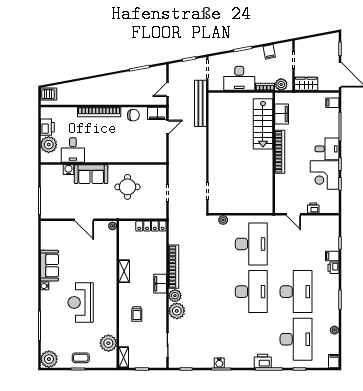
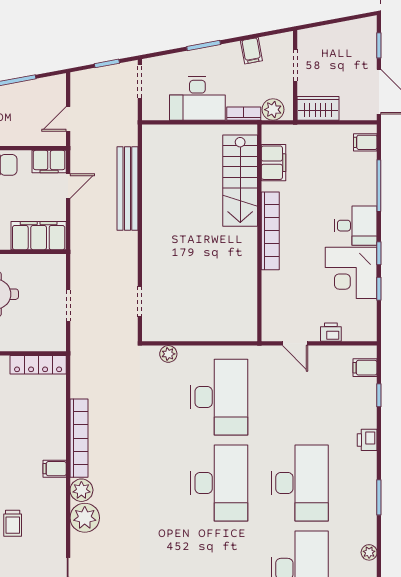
bench: (200, 103) -> (127, 189), moved
filing cabinet: (151, 154) -> (39, 236), added
filing cabinet: (332, 256) -> (365, 368), moved
filing cabinet: (160, 284) -> (55, 469), width x0.50

